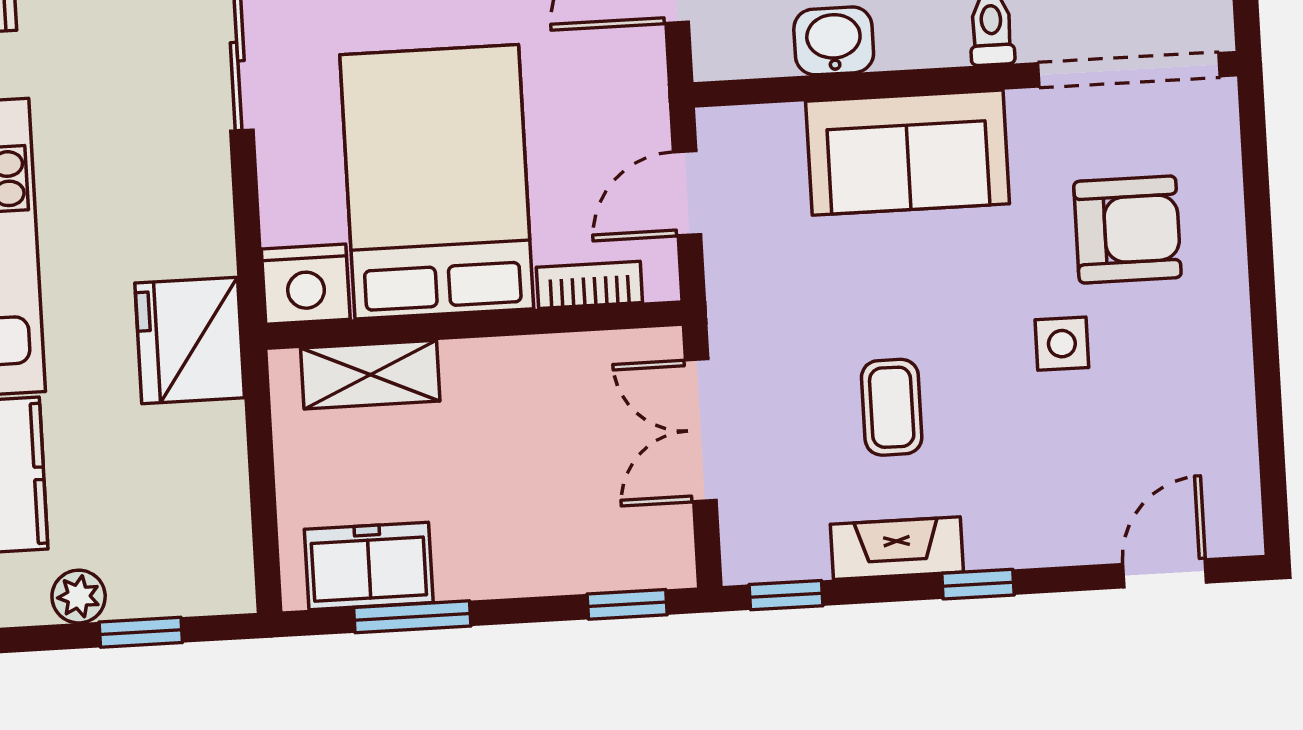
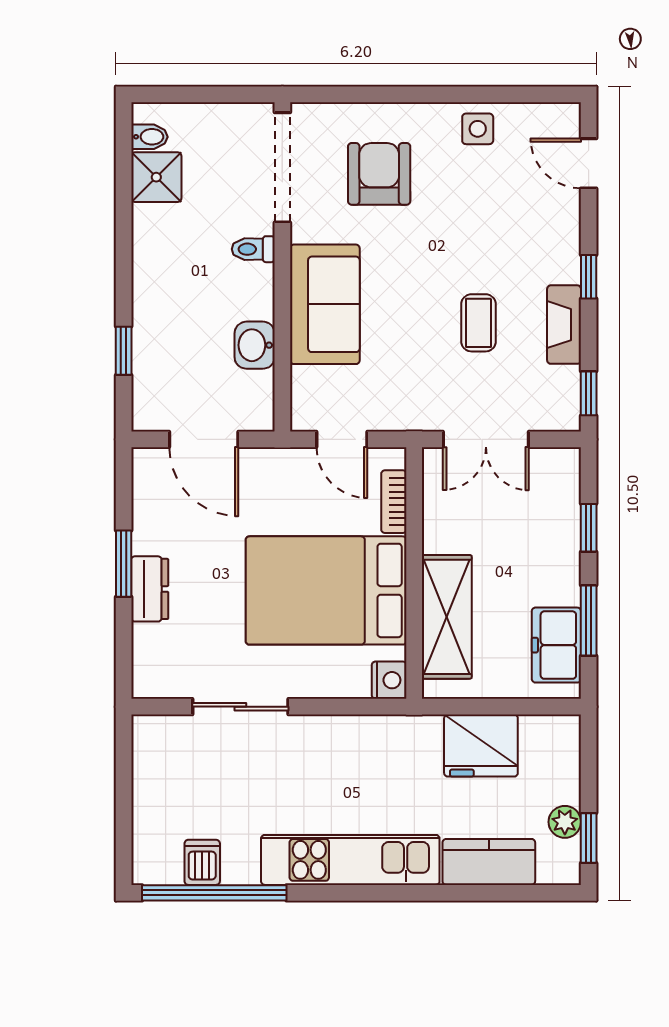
nightstand: (306, 284) -> (389, 680), width x0.74, depth x0.75
fridge: (190, 340) -> (481, 746), moved
side table: (1062, 344) -> (478, 129), moved
shelving: (370, 375) -> (447, 617), width x1.50, depth x1.33
coffee table: (892, 407) -> (479, 323), turned 90
window: (627, 604) -> (589, 528), moved
window: (141, 632) -> (589, 838), moved

